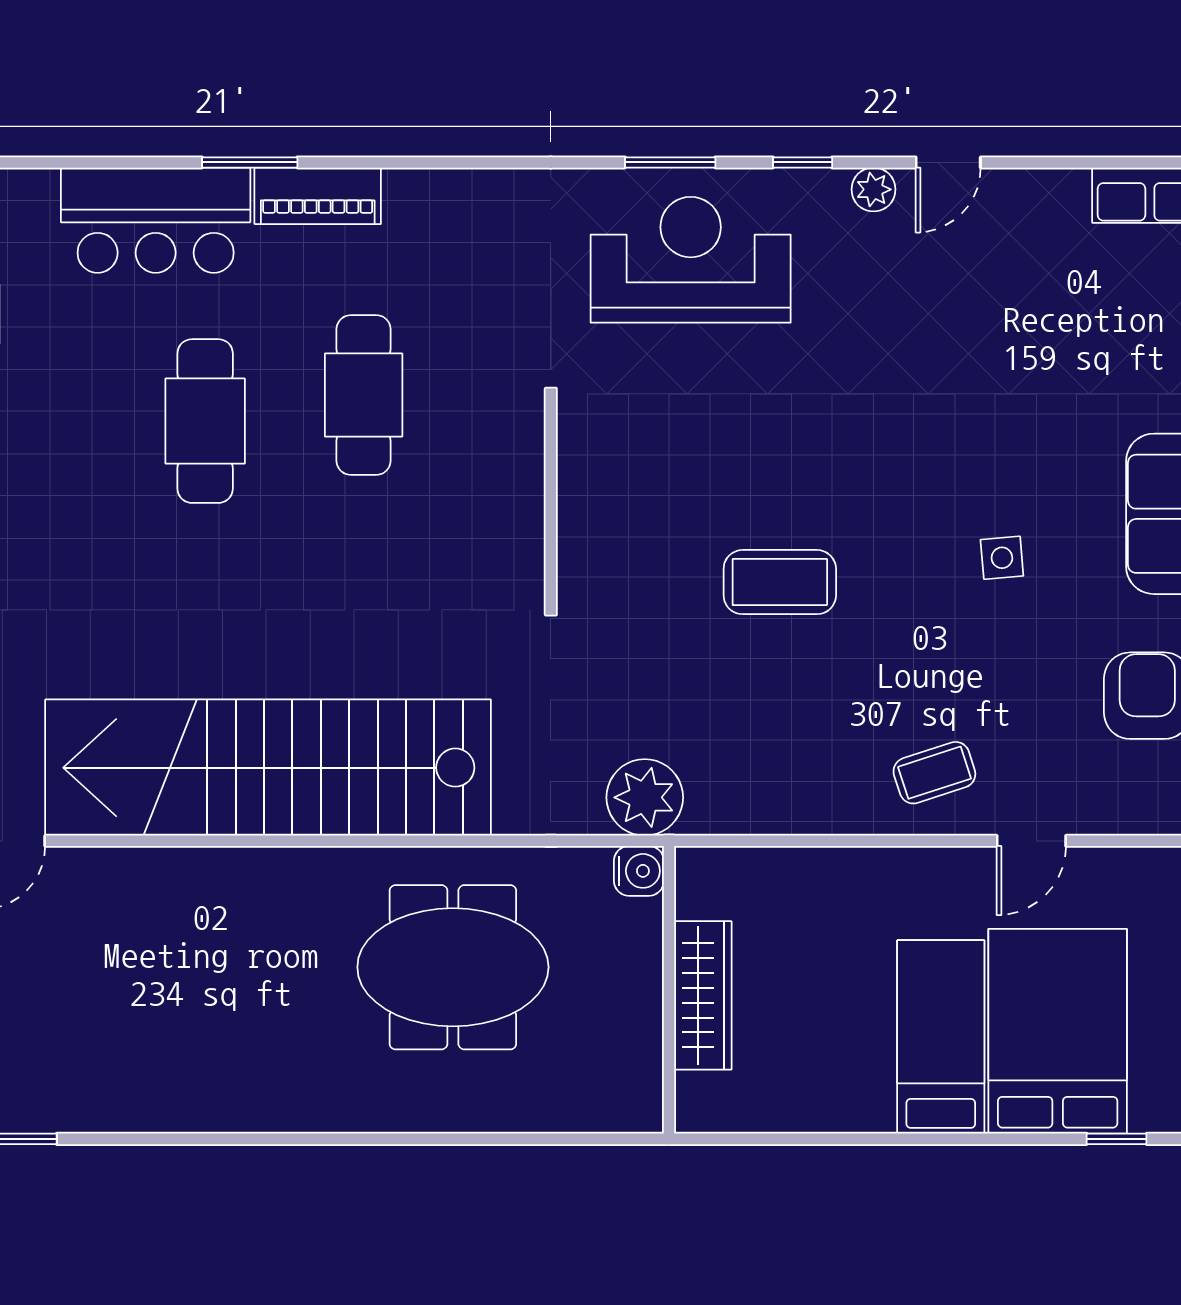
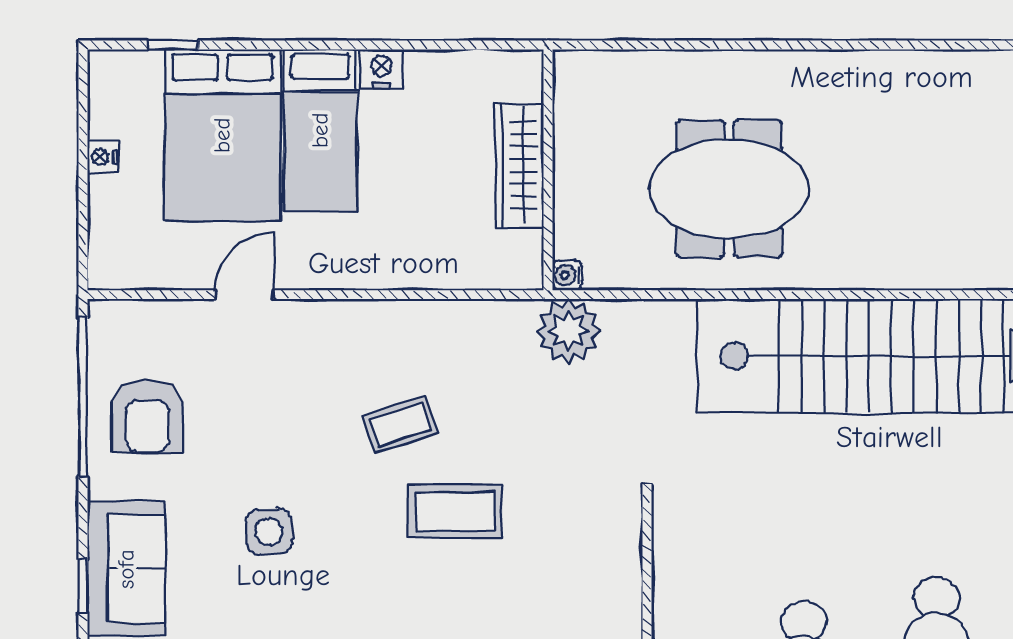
side table: (1002, 558) -> (269, 532), width x1.37, depth x1.37
coffee table: (934, 773) -> (400, 424), moved
water cooler: (639, 871) -> (567, 275), width x0.72, depth x0.72
nightstand: (868, 1110) -> (381, 69), added

